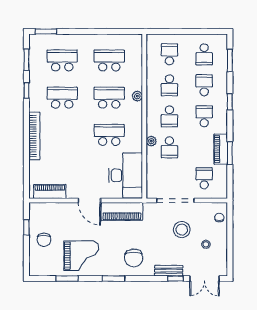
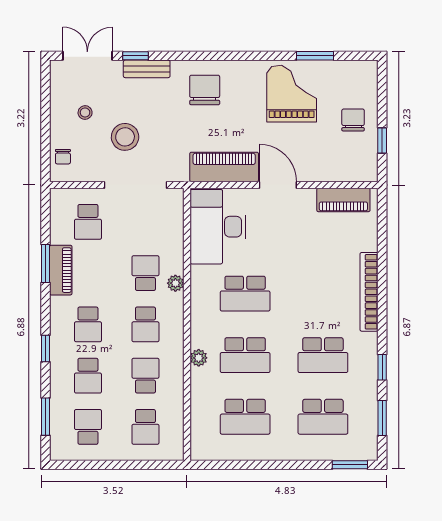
school desk: (169, 116) -> (145, 324), turned 180
grand piano: (81, 256) -> (292, 94), turned 90
window: (113, 279) -> (238, 56), removed

